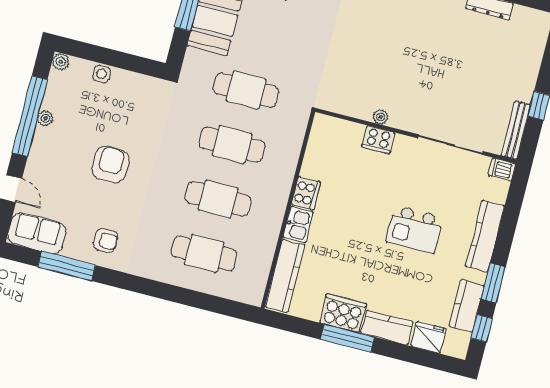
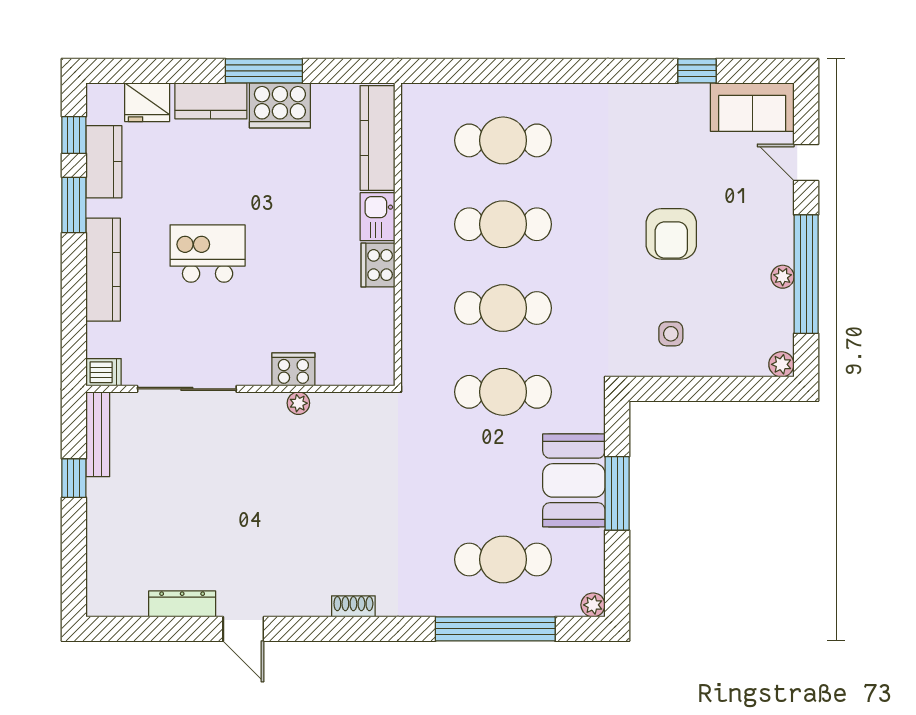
side table: (101, 74) -> (671, 334), moved
armchair: (105, 240) -> (650, 122), removed
window: (67, 266) -> (697, 71), width x0.46

